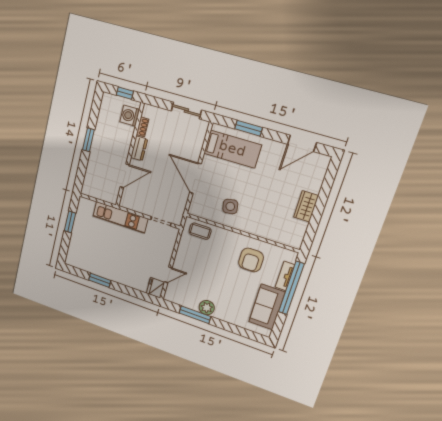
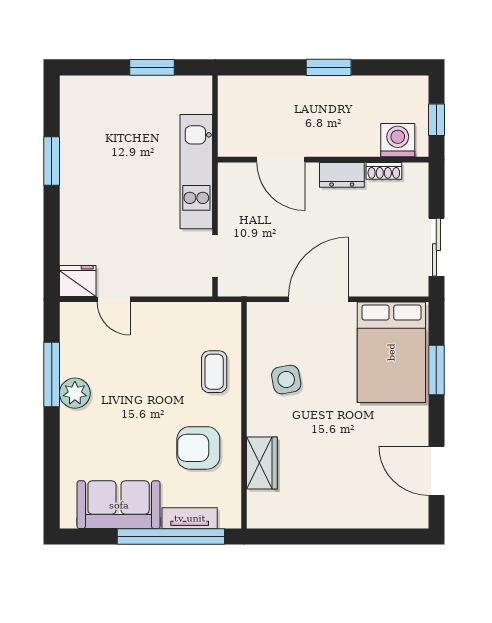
bed: (232, 149) -> (391, 352), width x1.50
wardrobe: (306, 206) -> (262, 463), moved, turned 90
coffee table: (200, 231) -> (214, 372), moved

